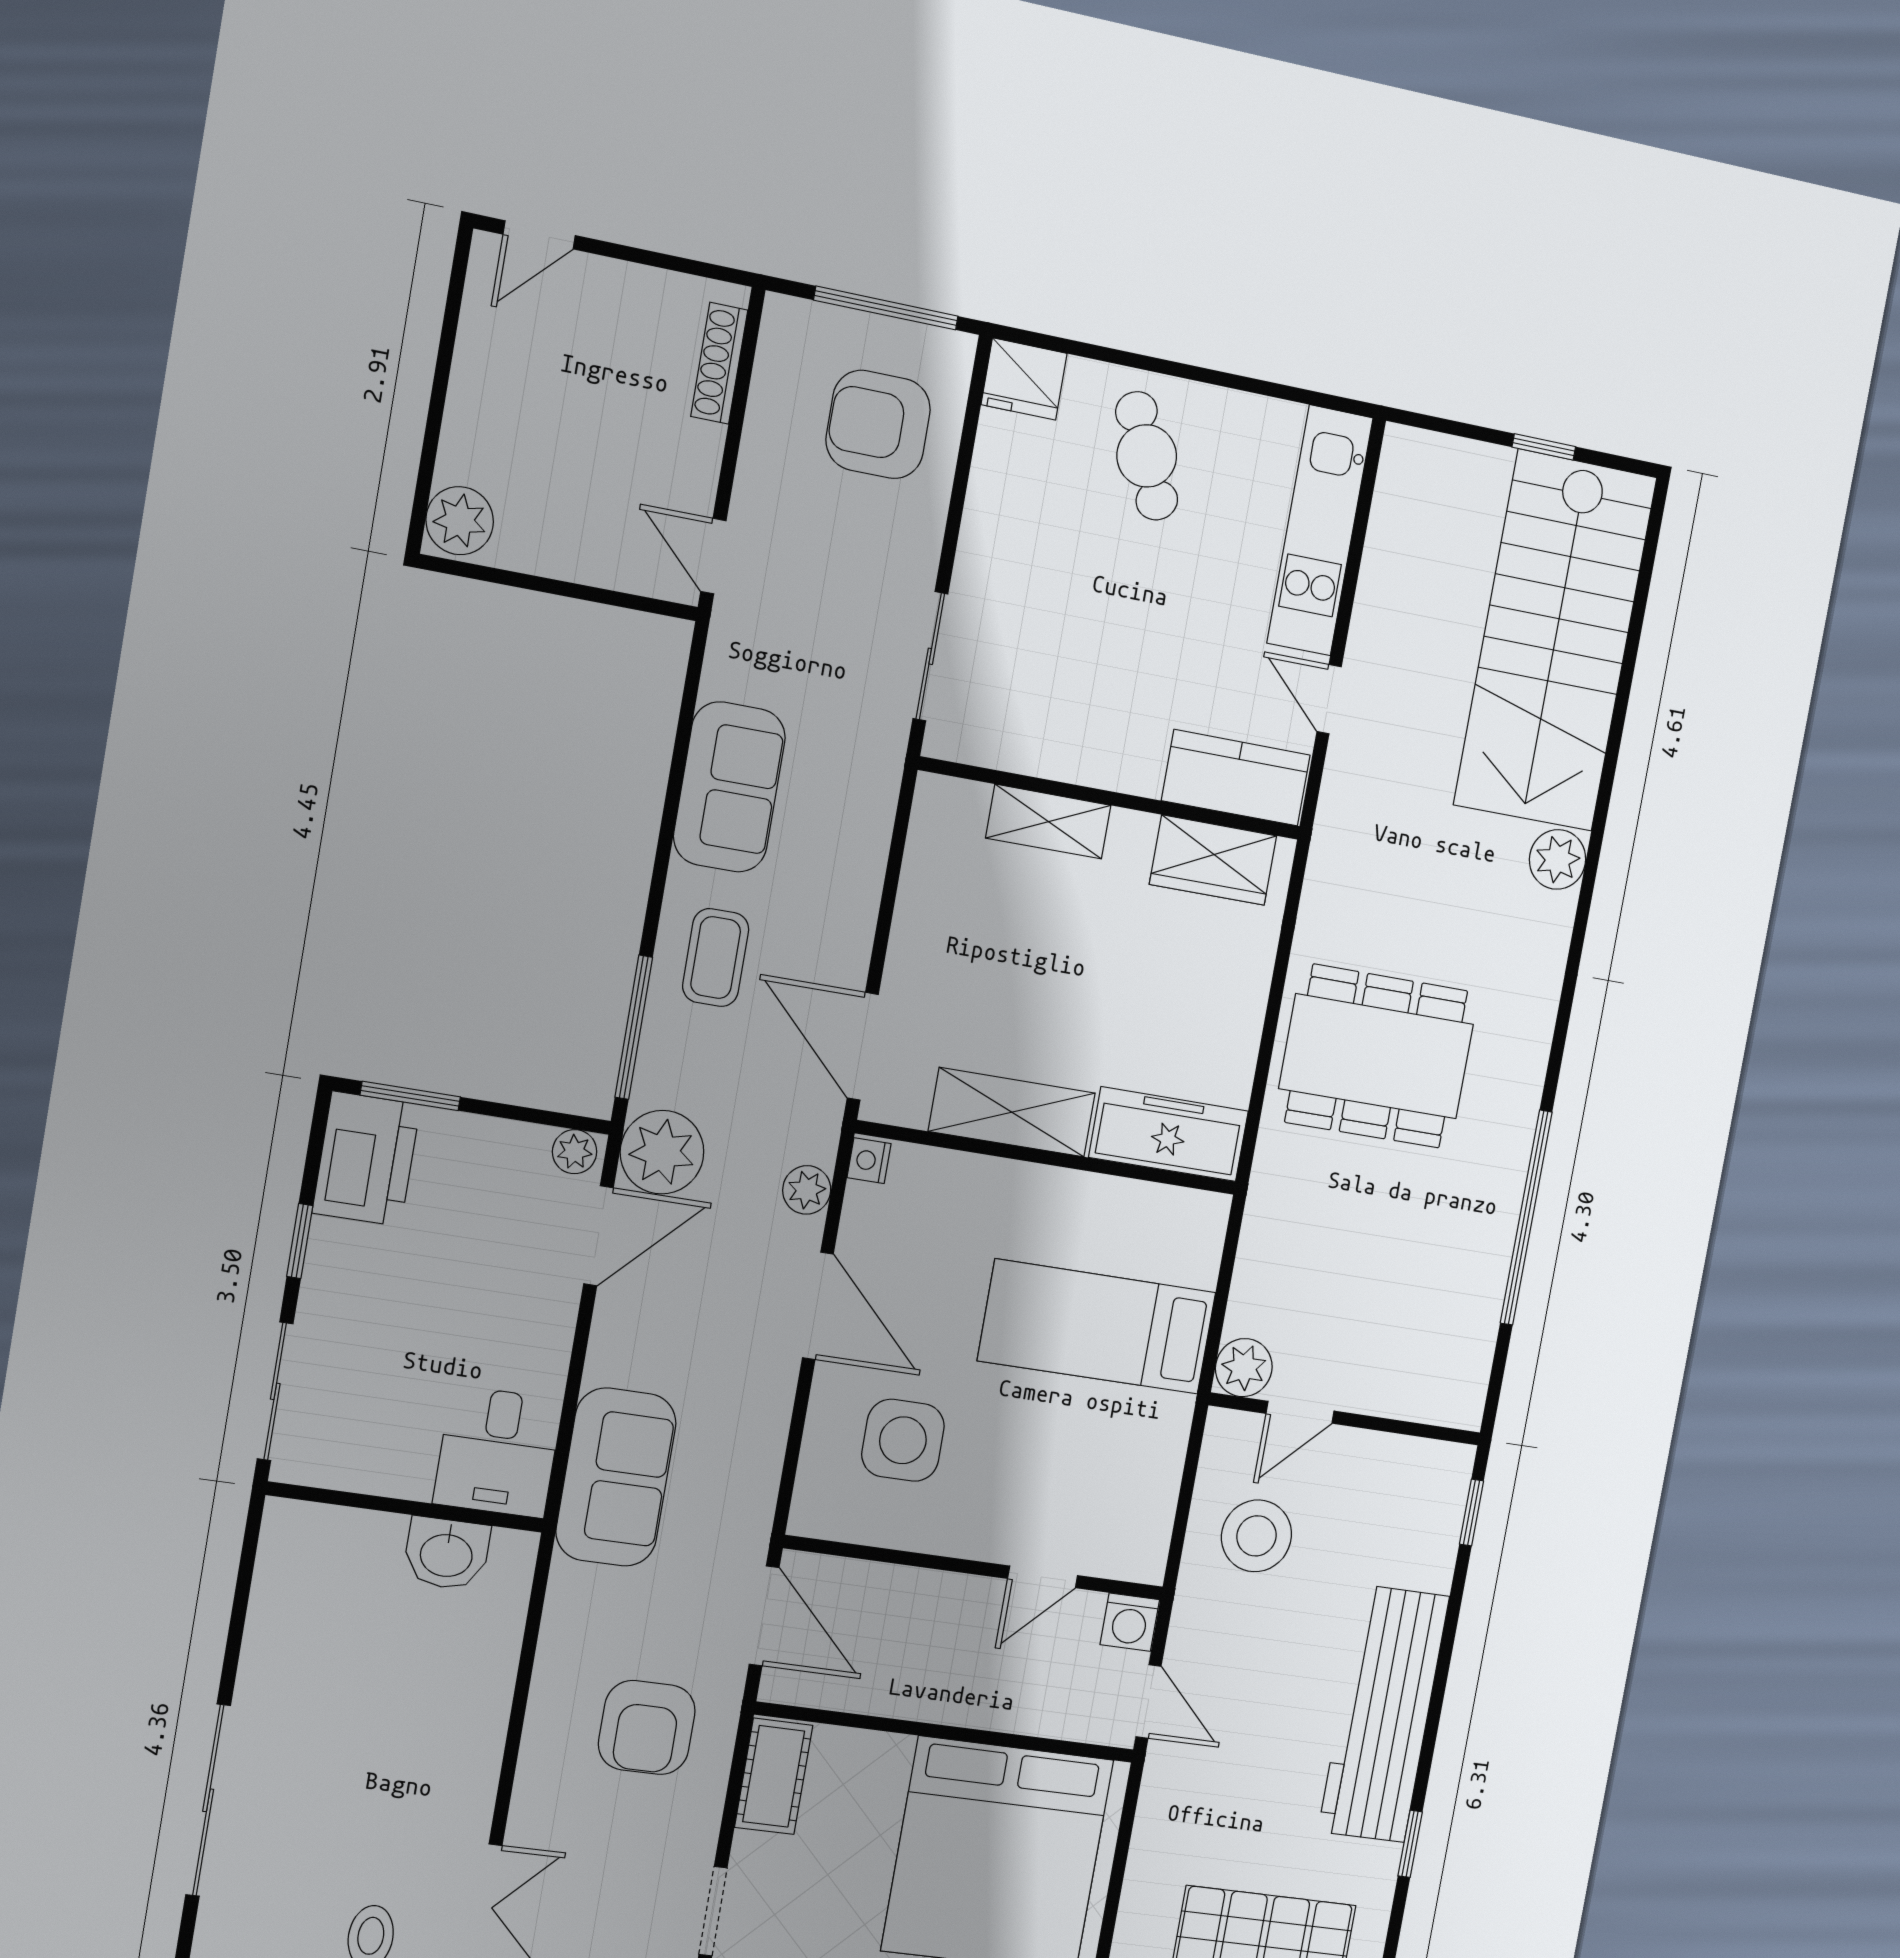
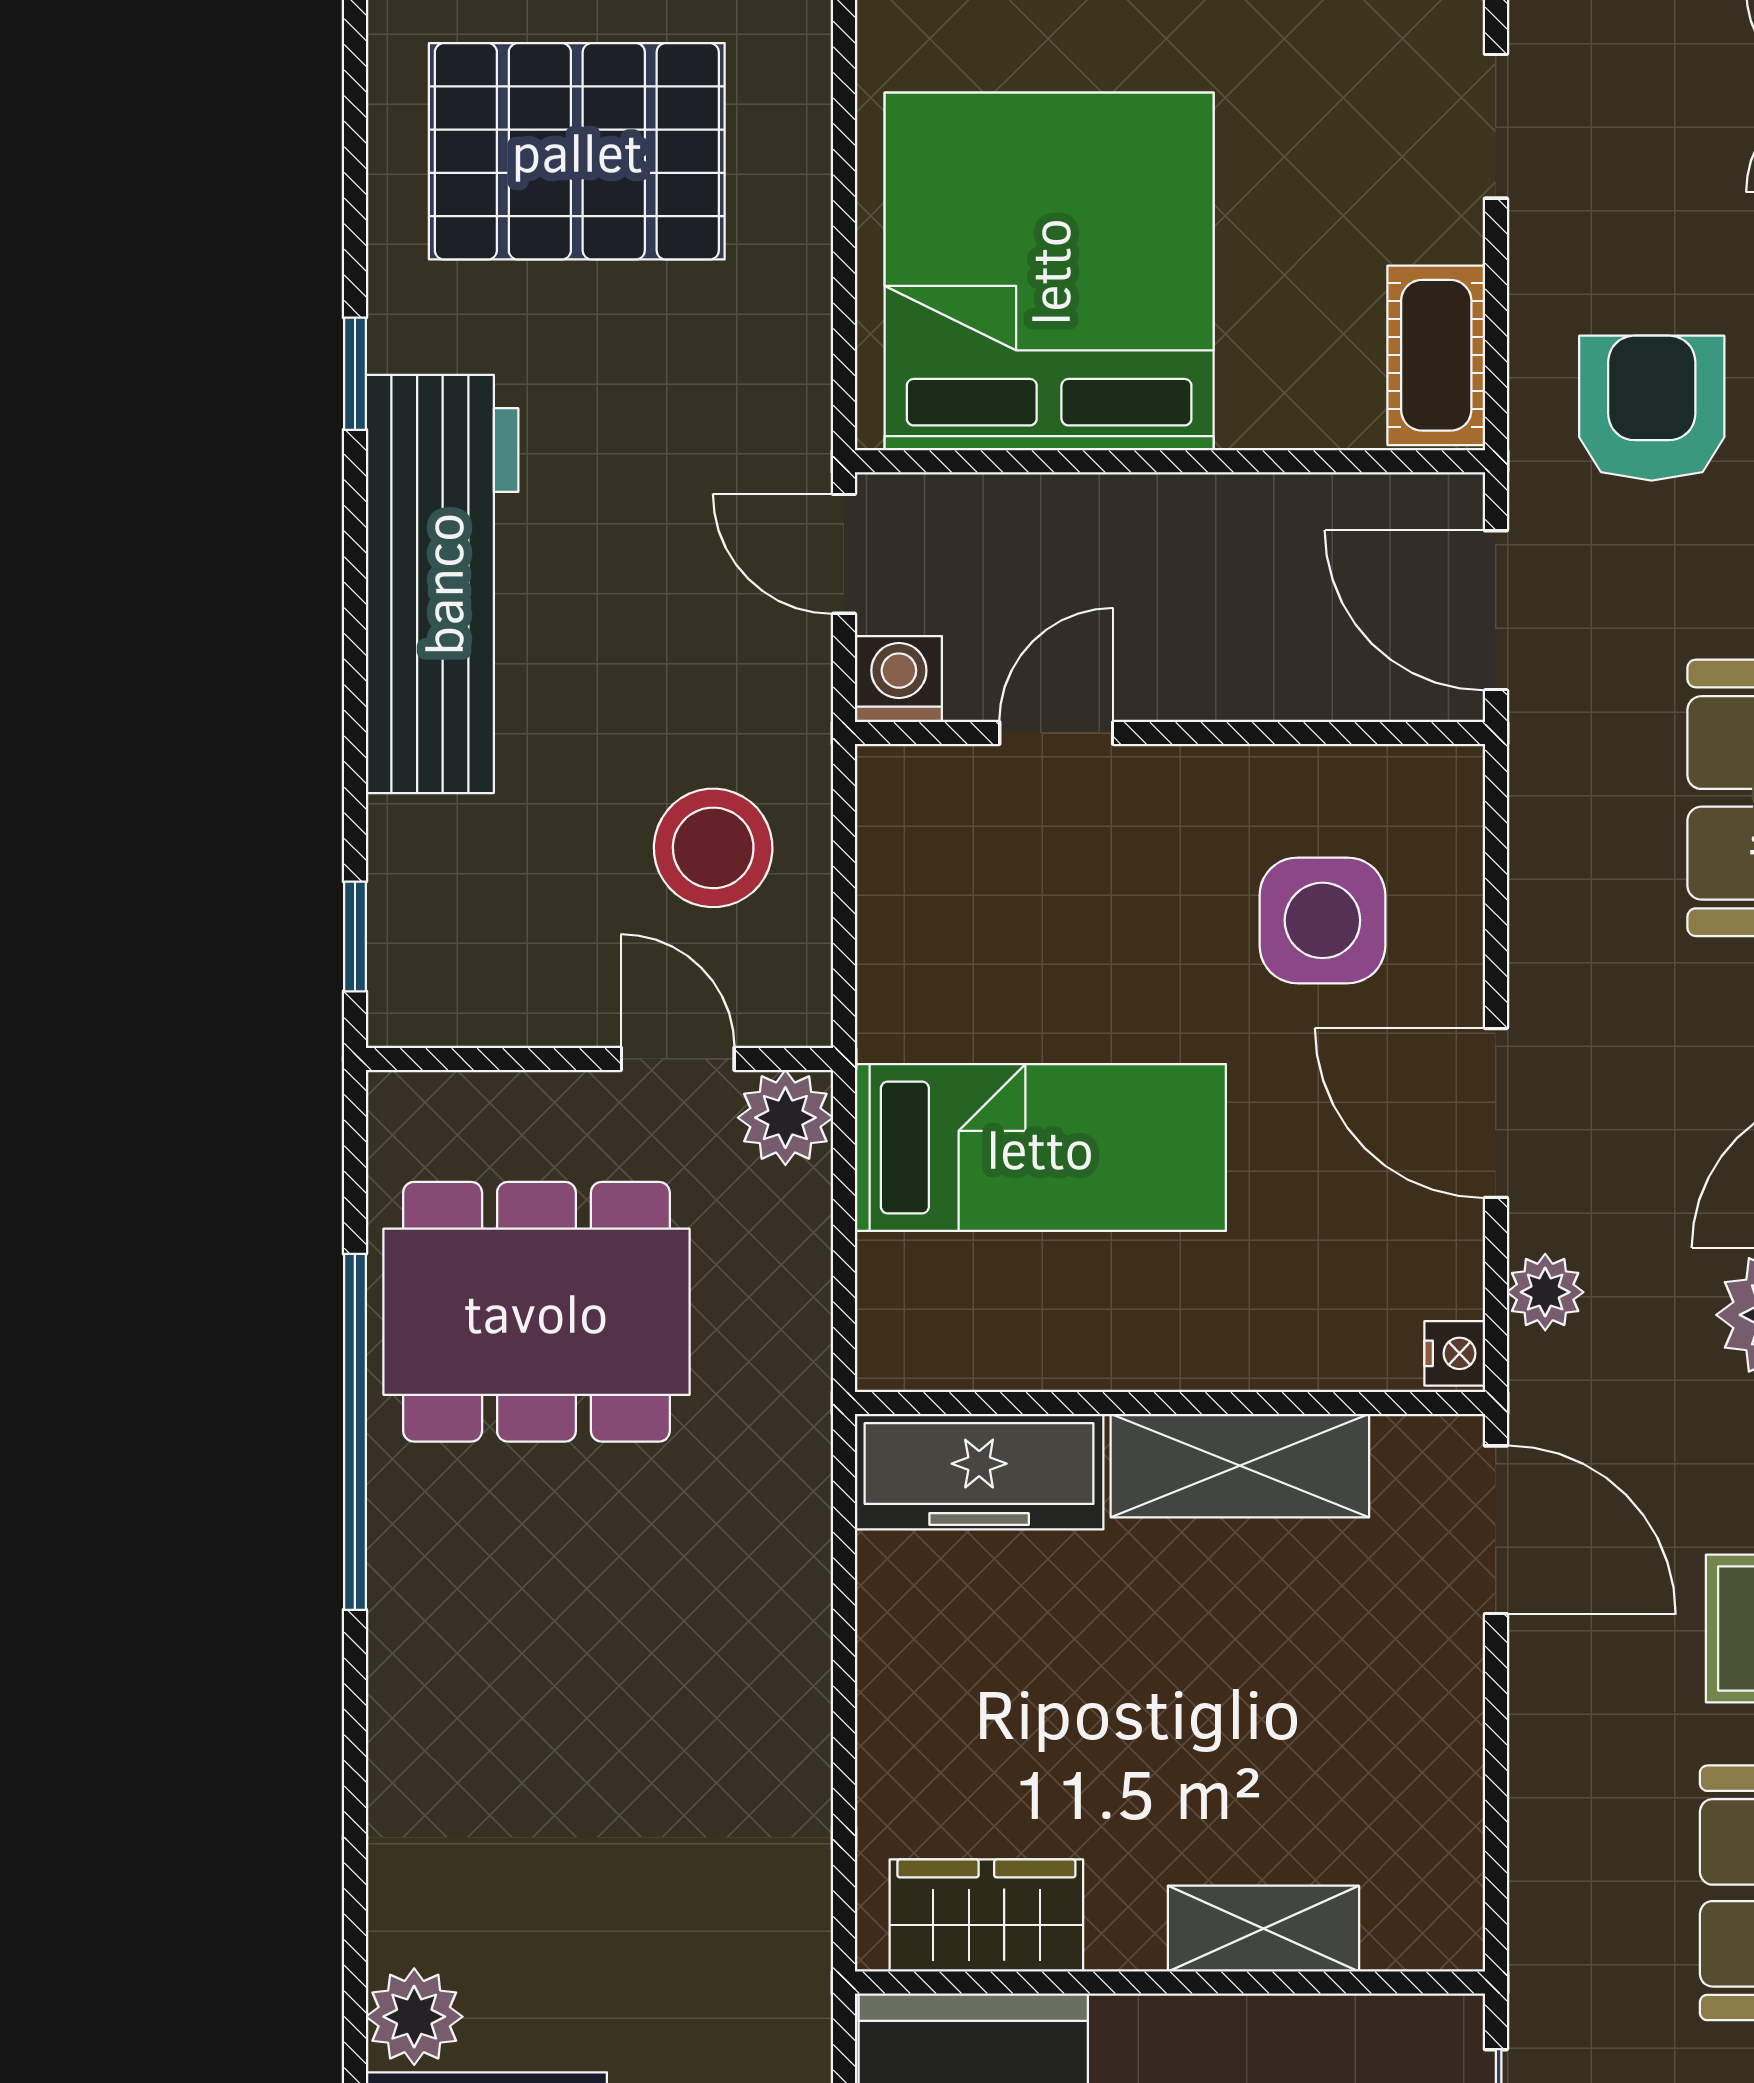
dining table: (1376, 1056) -> (536, 1312), moved
door: (1300, 1412) -> (678, 1059), hinge flipped

